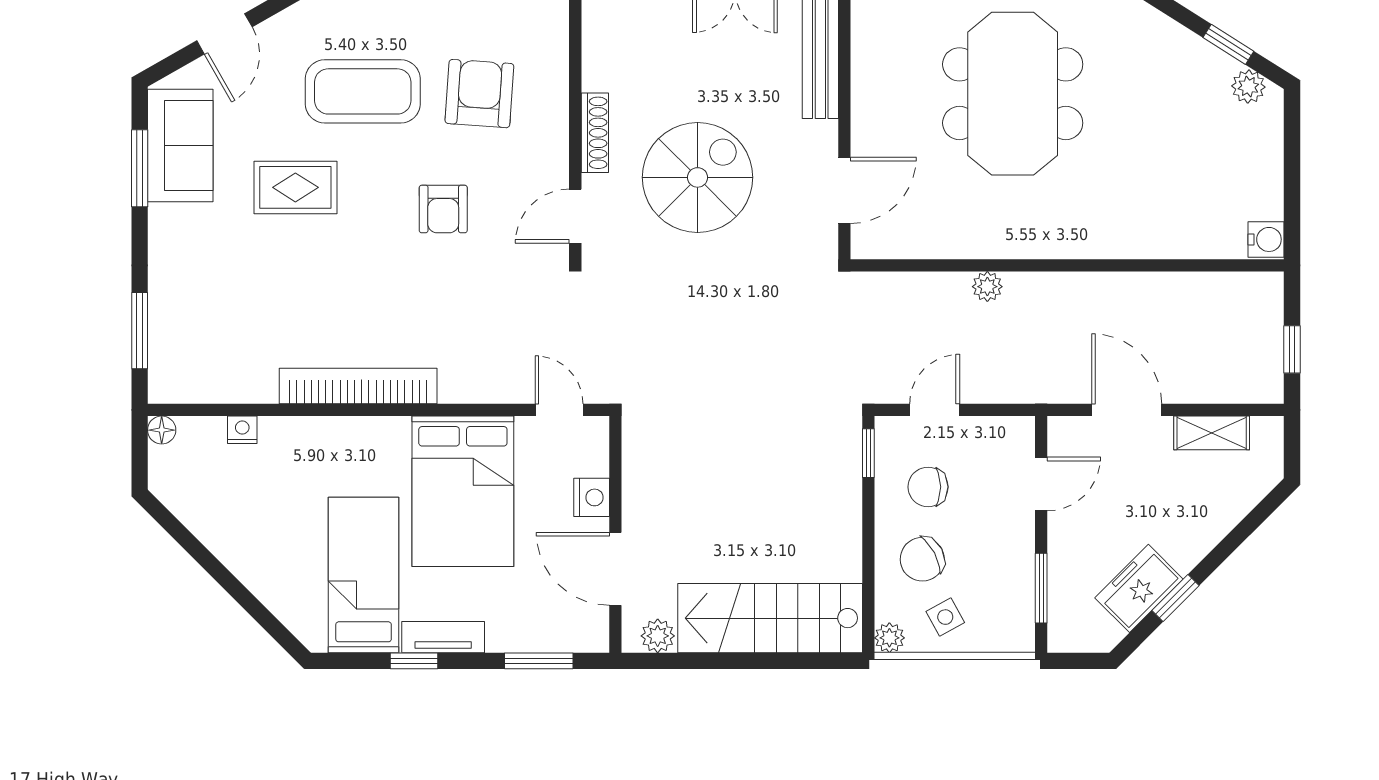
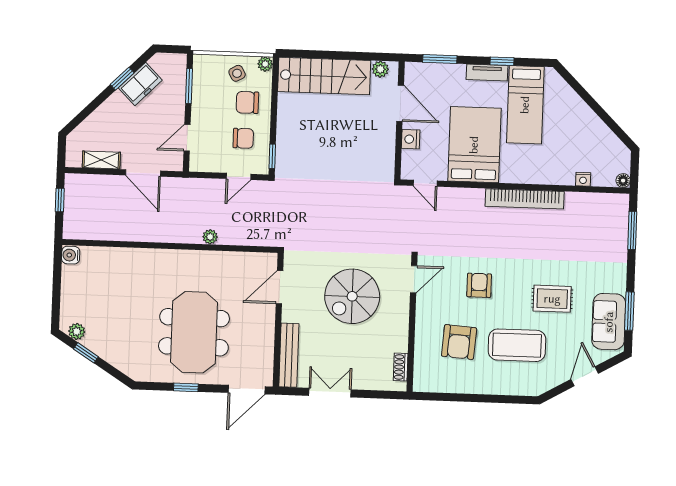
shoe rack: (595, 133) -> (401, 367), moved, width x0.70
chair: (922, 559) -> (247, 102), turned -152

